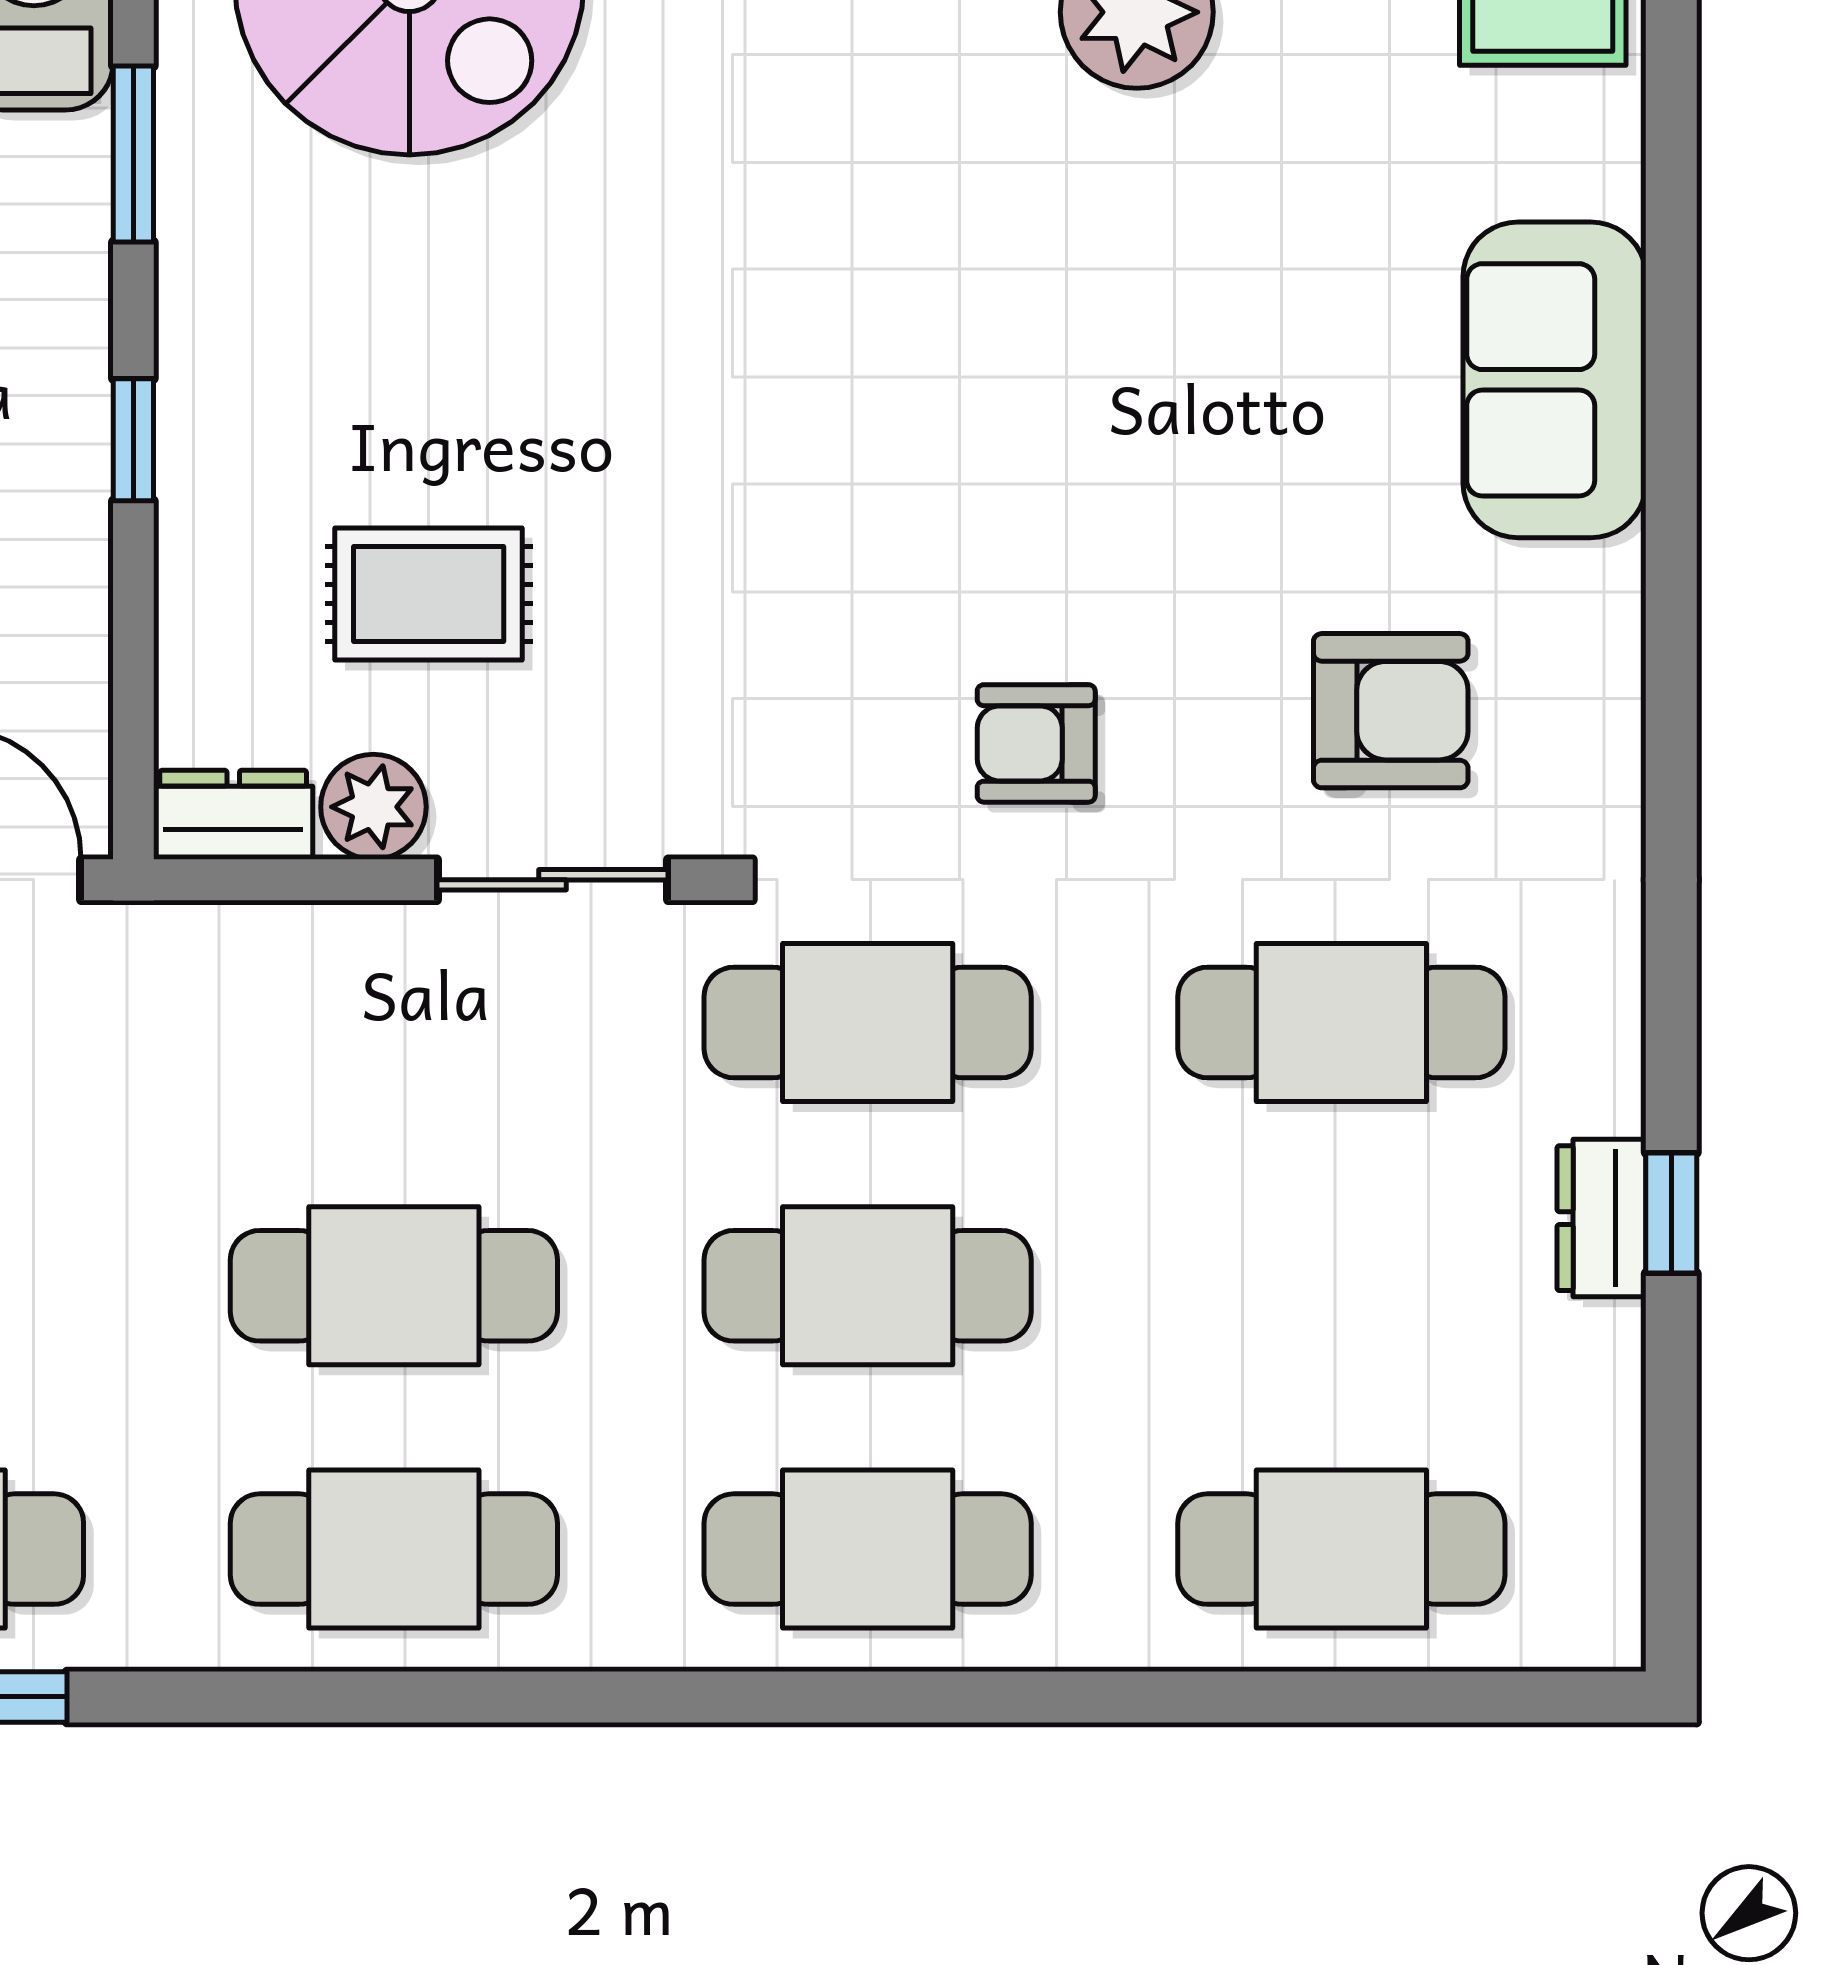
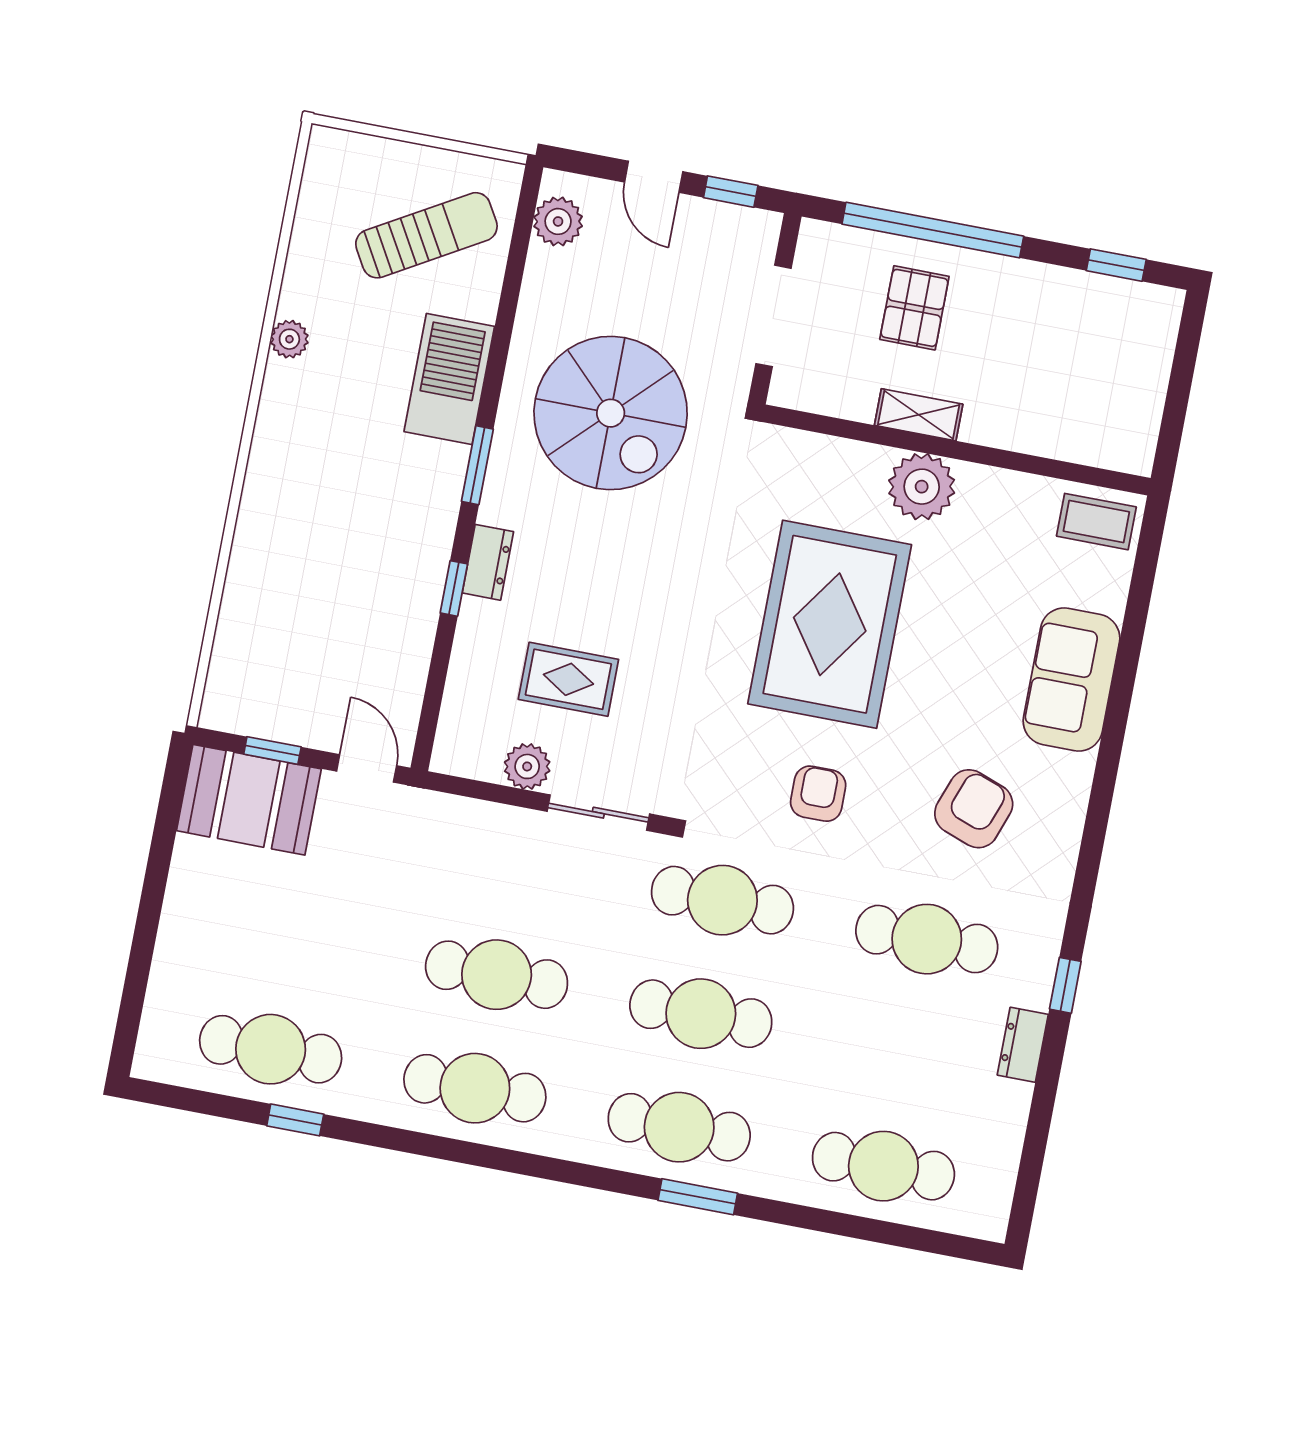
rug: (990, 359) -> (830, 624), added
armchair: (1391, 711) -> (974, 809), turned -70
armchair: (1036, 743) -> (818, 794), turned 90
dresser: (233, 815) -> (488, 562), moved, turned 90
window: (1671, 1213) -> (1065, 985), moved
window: (939, 1697) -> (698, 1197), added

